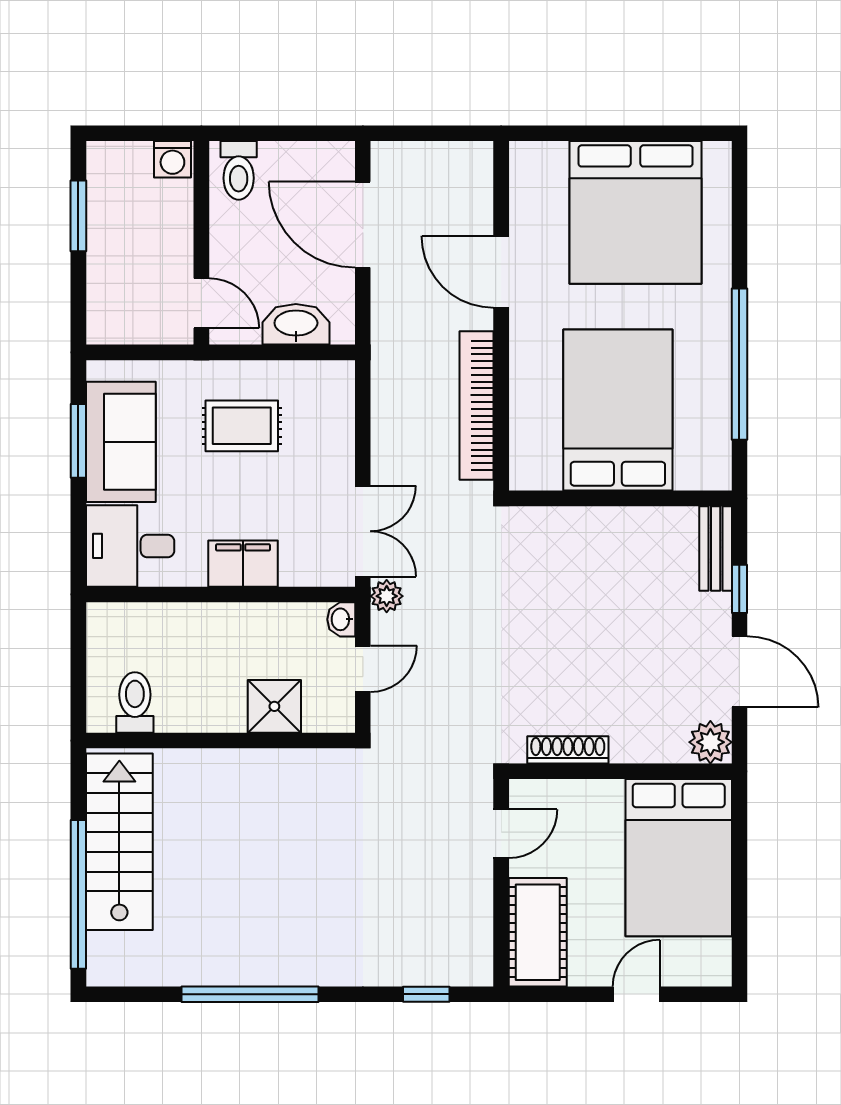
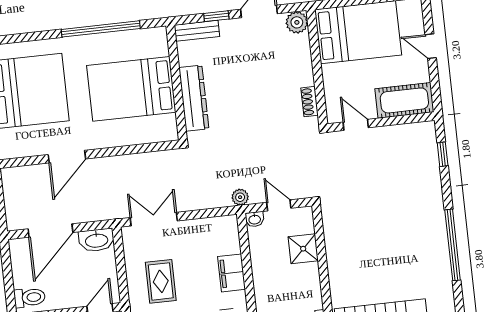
washbasin: (296, 324) -> (97, 240), moved, turned -90
bookcase: (477, 405) -> (137, 162), removed
dresser: (587, 528) -> (194, 98), added
double door: (363, 531) -> (154, 219), moved
shoe rack: (568, 750) -> (310, 102), width x0.70

